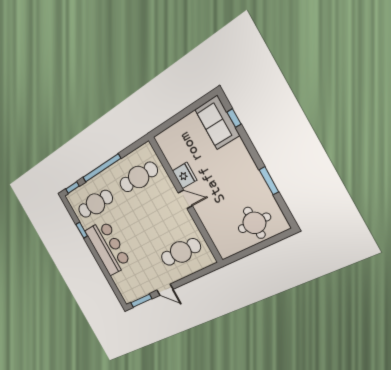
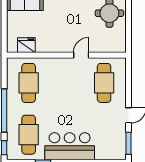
fridge: (185, 175) -> (26, 45), moved
door: (185, 199) -> (81, 55), moved

